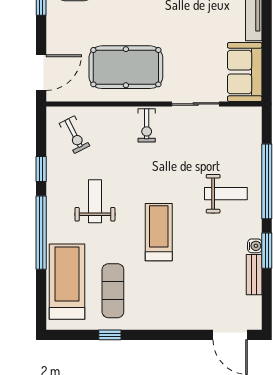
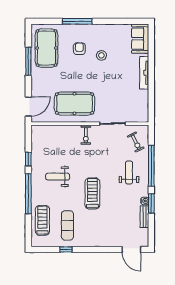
sofa: (245, 72) -> (139, 106), removed
exercise bike: (74, 135) -> (136, 142), moved
weight bench: (226, 194) -> (129, 172), turned -90
weight bench: (95, 201) -> (58, 177), turned -90
treadmill: (67, 282) -> (42, 220), width x0.73, depth x0.73

